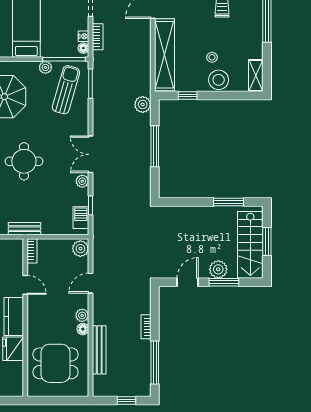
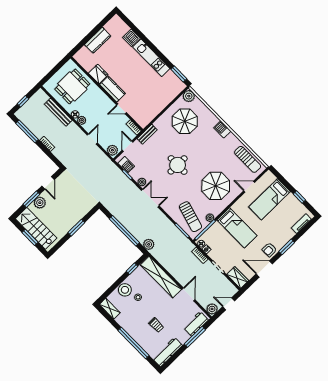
window: (155, 146) -> (124, 231), width x1.46
window: (229, 202) -> (76, 228), moved
door: (59, 237) -> (128, 146), added

